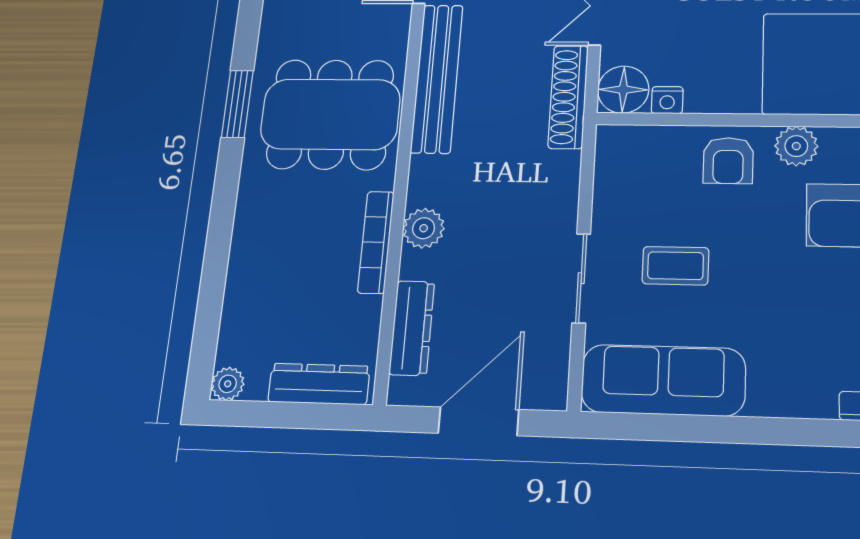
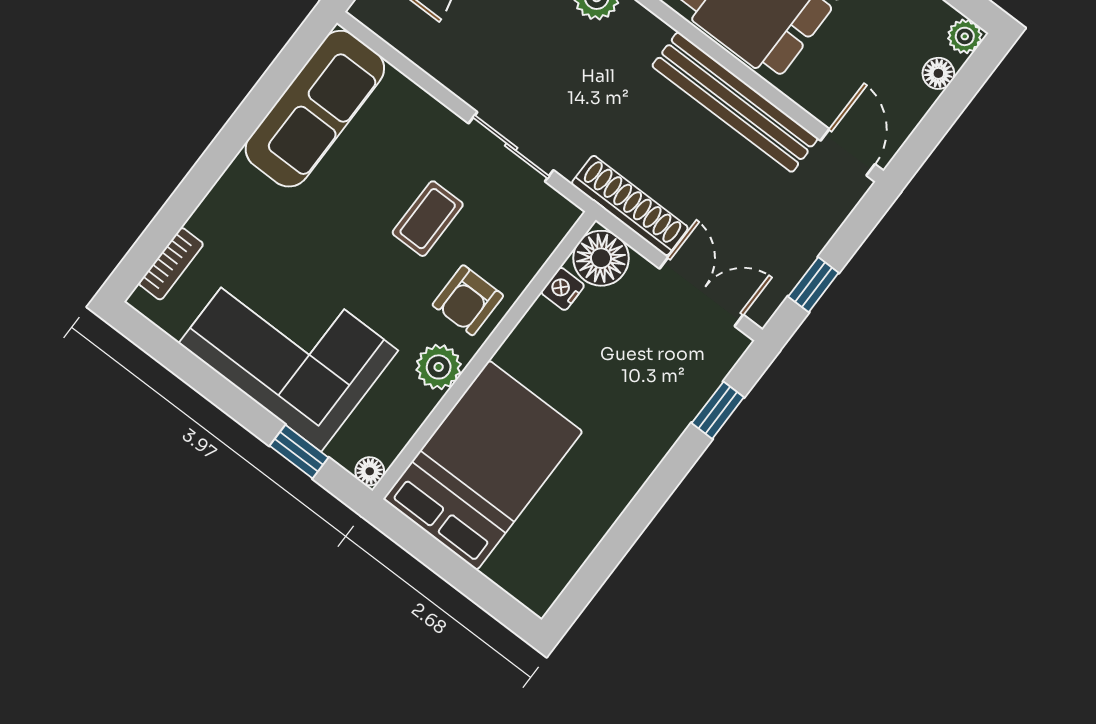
armchair: (728, 161) -> (468, 300), turned -90
coffee table: (675, 266) -> (428, 219), moved
sliding door: (581, 278) -> (511, 147), moved

